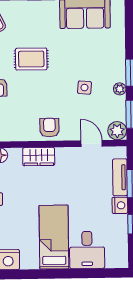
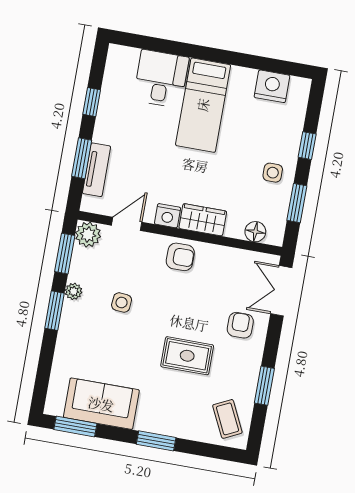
armchair: (49, 128) -> (180, 257), turned -90
door: (92, 143) -> (127, 224), swing flipped
nightstand: (120, 205) -> (168, 216), moved, turned -90

